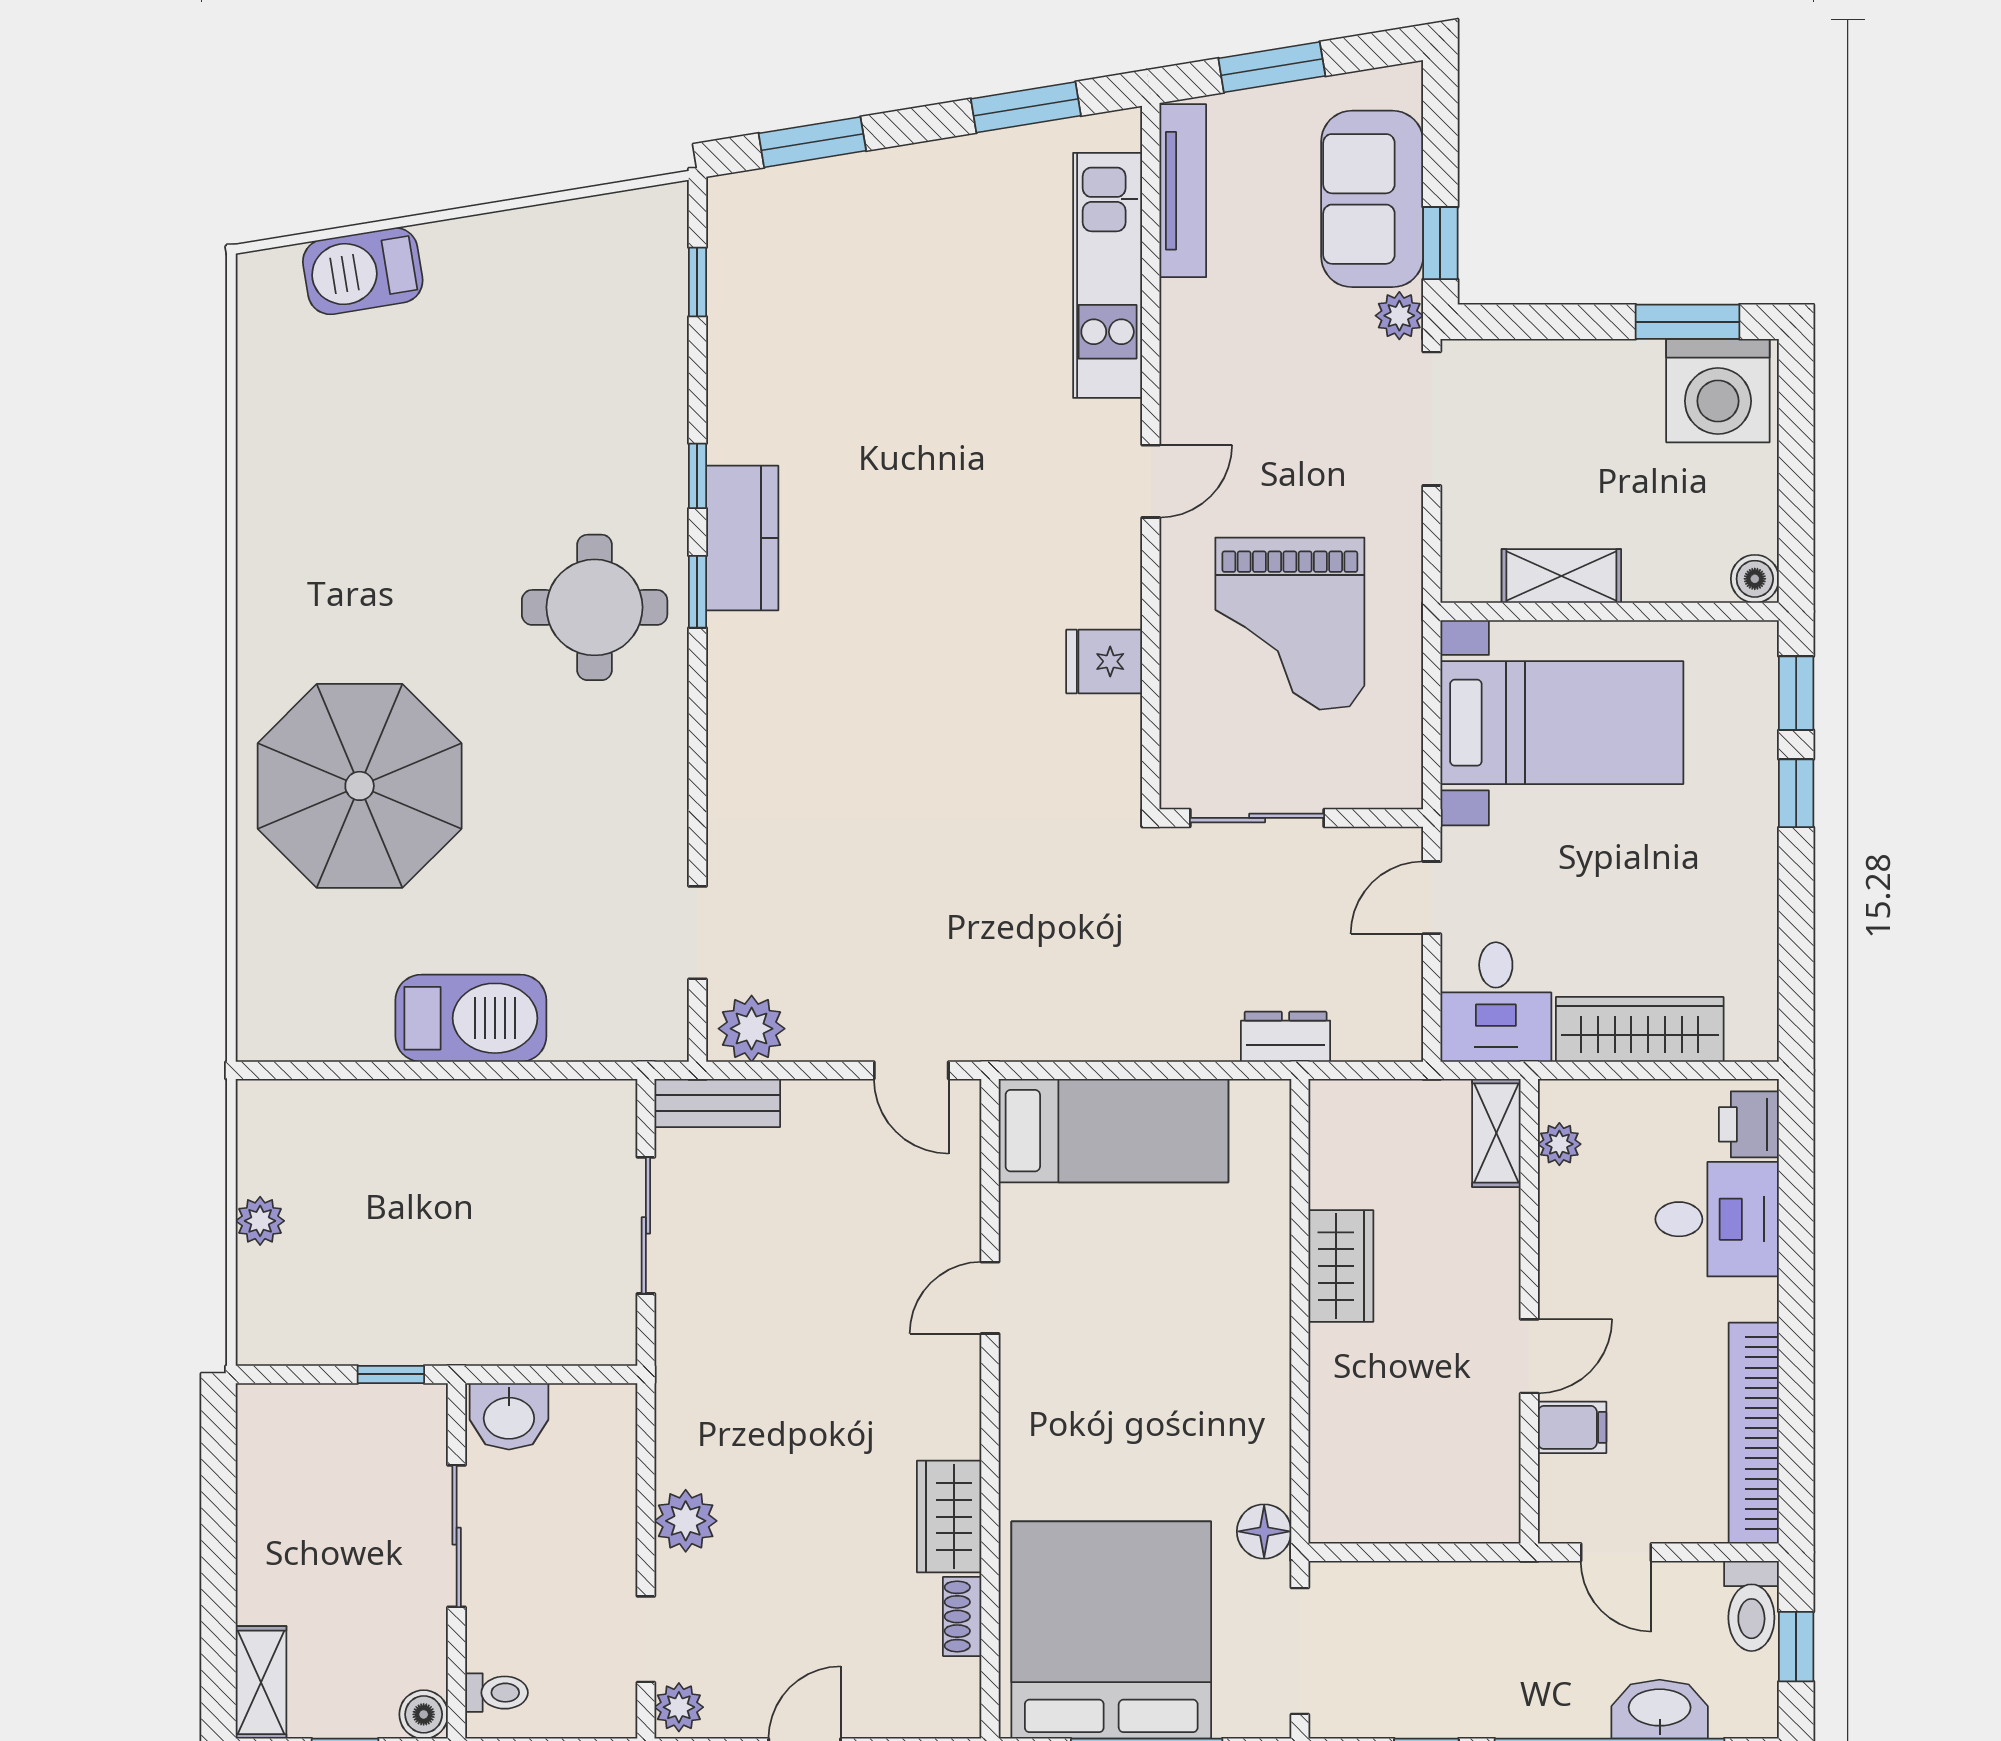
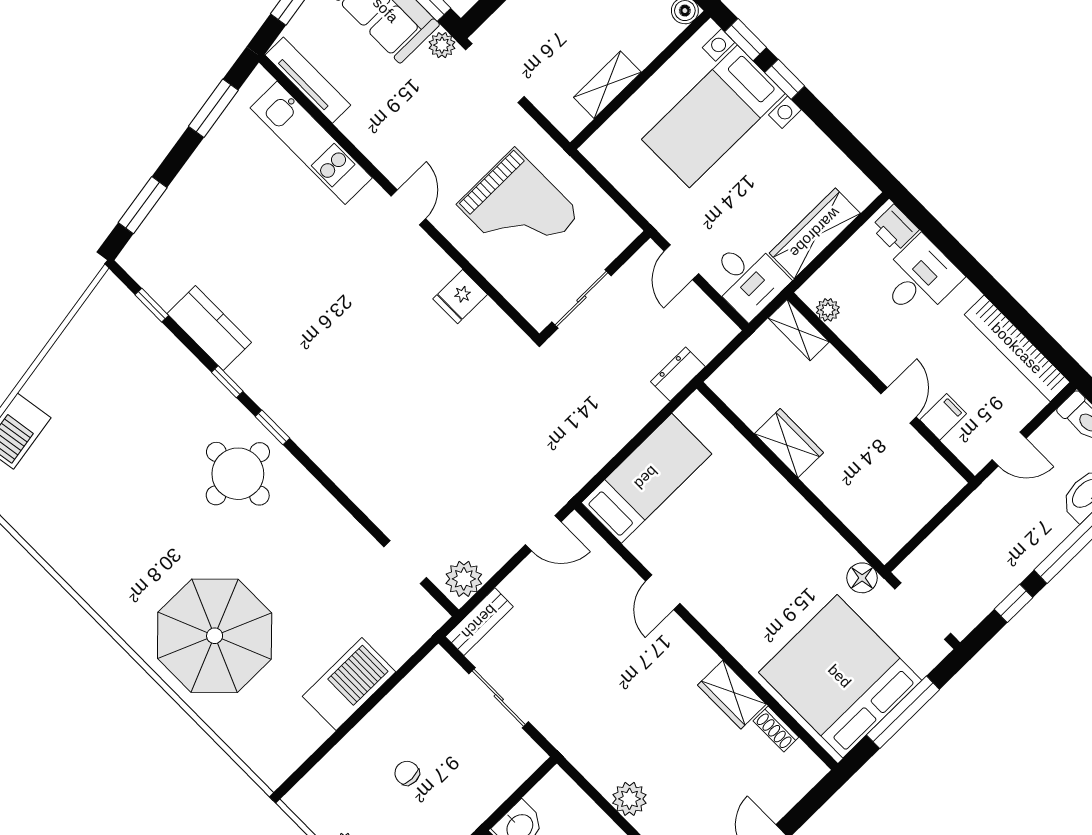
kitchen counter: (742, 538) -> (209, 328), moved
bed with nightstands: (1562, 723) -> (713, 116), moved, turned 180
chair: (433, 1206) -> (407, 773), added

